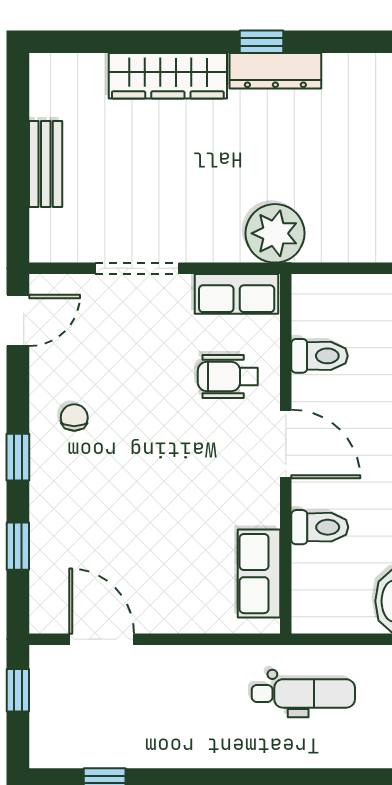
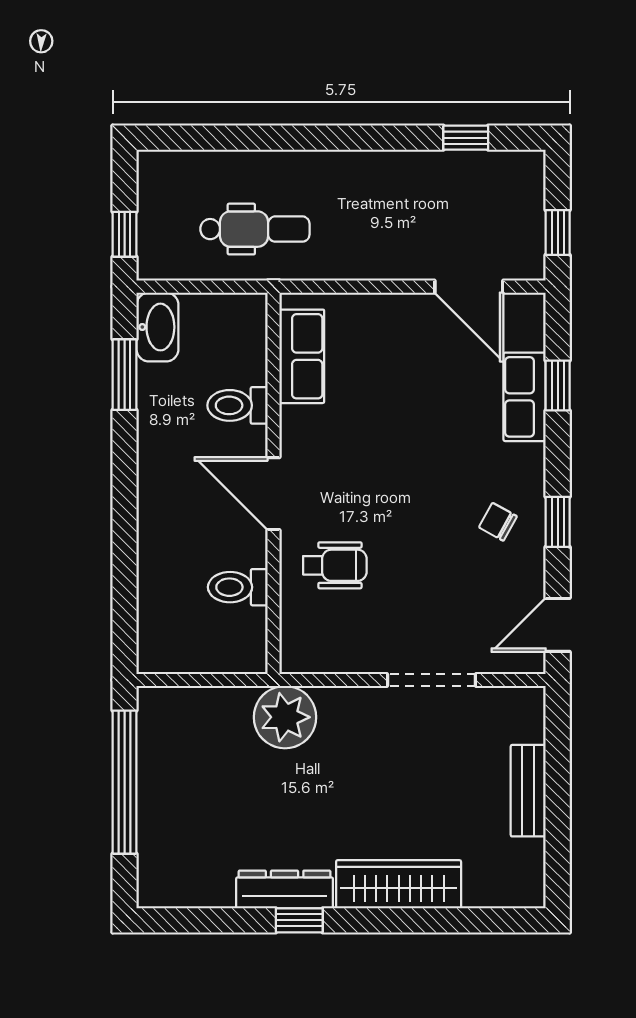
row of seats: (237, 294) -> (525, 397), moved, turned -90
chair: (74, 417) -> (498, 522), turned 119
window: (18, 457) -> (558, 522), moved
dental chair: (303, 693) -> (255, 229), turned 180

